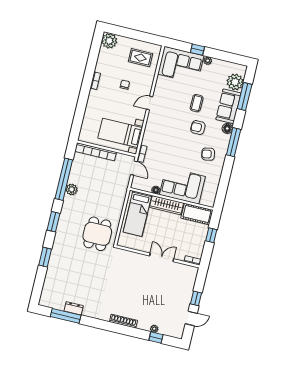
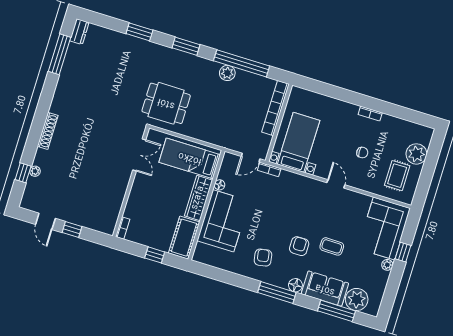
plant: (109, 41) -> (416, 154), moved
double door: (162, 257) -> (139, 155), moved
dresser: (74, 308) -> (79, 32), moved

